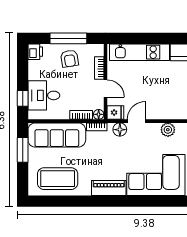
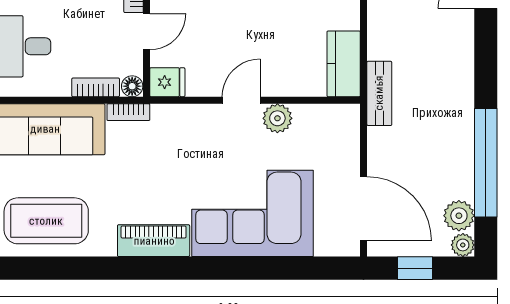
door: (105, 88) -> (147, 32), hinge flipped
door: (136, 121) -> (241, 100), moved
floor lamp: (120, 130) -> (177, 118), removed

